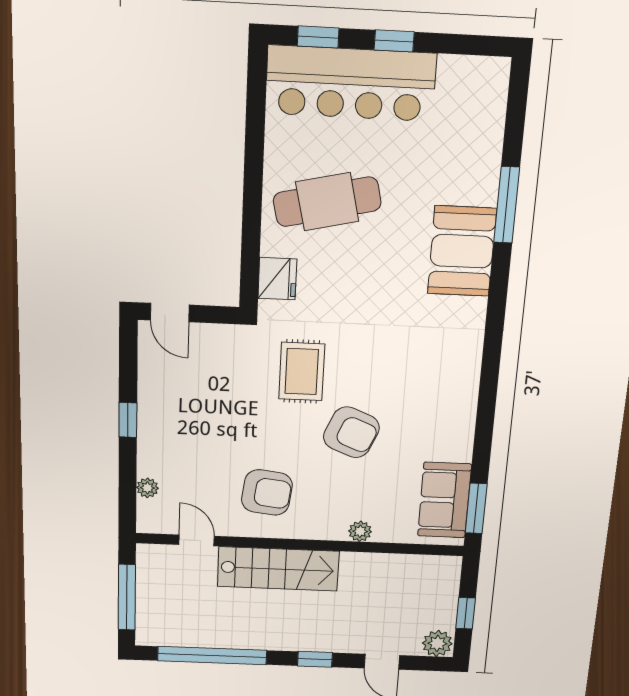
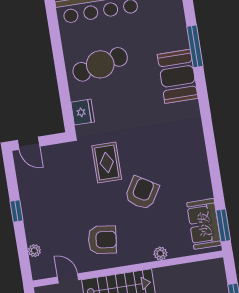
armchair: (351, 432) -> (142, 193), turned -82

